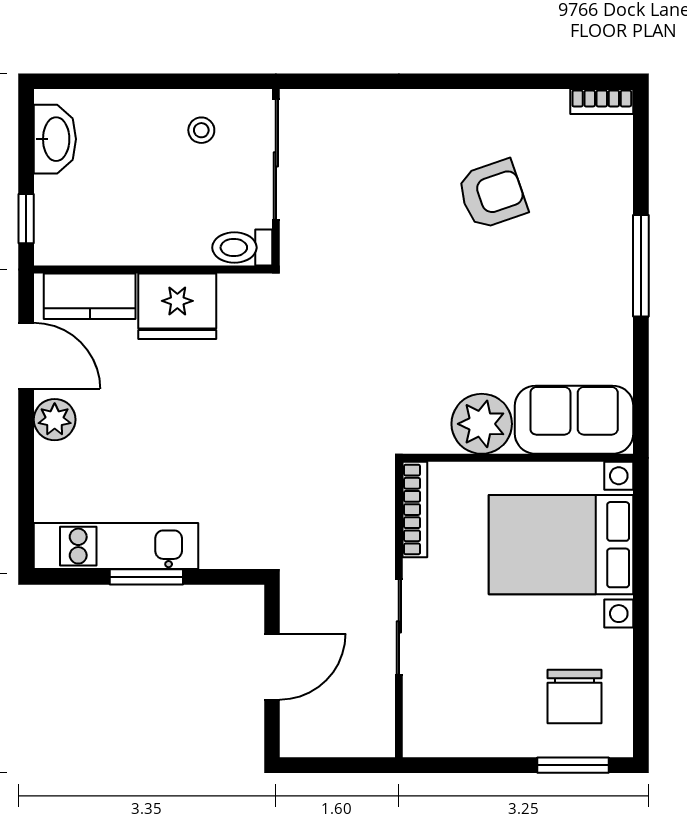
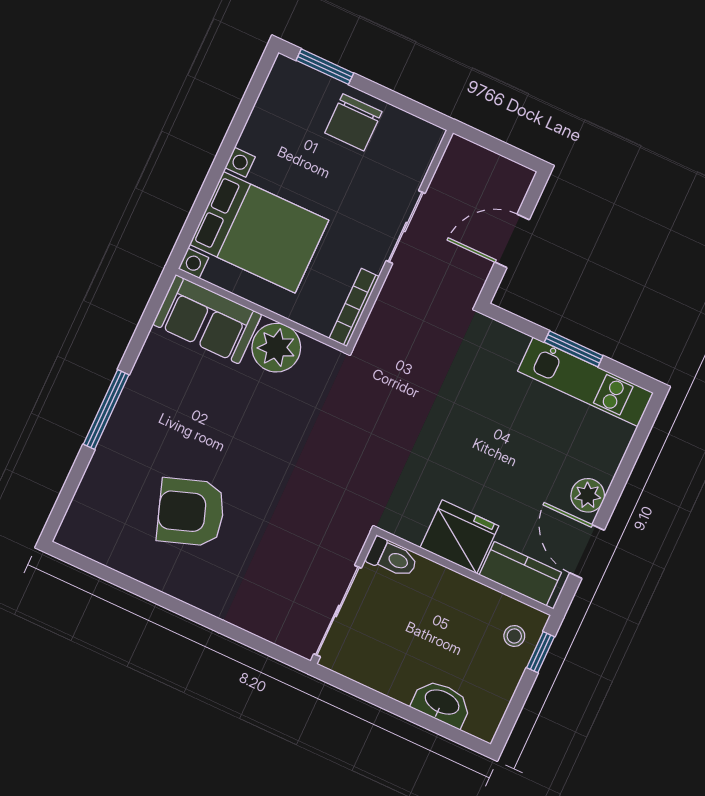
bookcase: (602, 102) -> (79, 543), removed
stool: (201, 130) -> (514, 636), moved
washbasin: (55, 139) -> (442, 703), moved, turned 90
armchair: (492, 194) -> (191, 512), width x1.36, depth x1.36
chair: (574, 697) -> (353, 122), moved, turned 180

